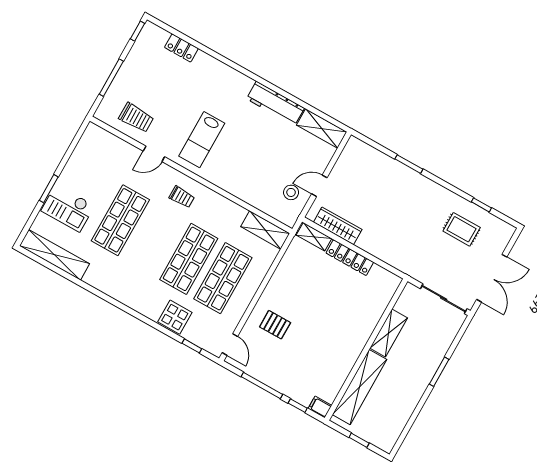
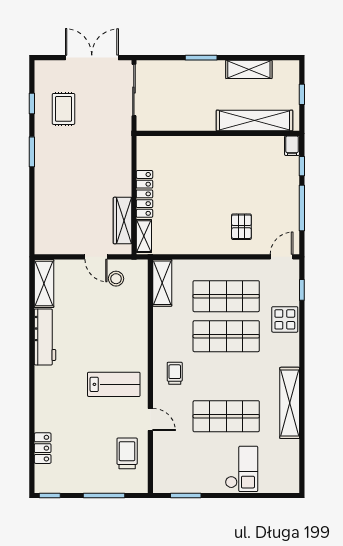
window: (409, 164) -> (32, 152), moved
window: (49, 189) -> (186, 496), moved
shelving: (54, 255) -> (290, 403), moved
shelving: (389, 333) -> (249, 69), moved

